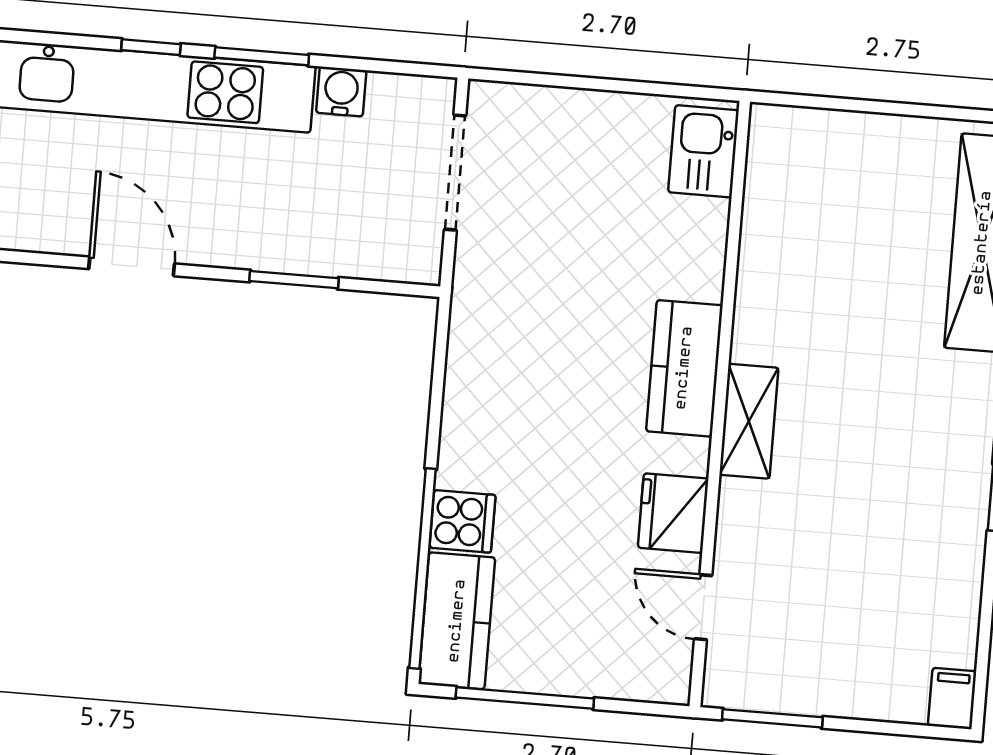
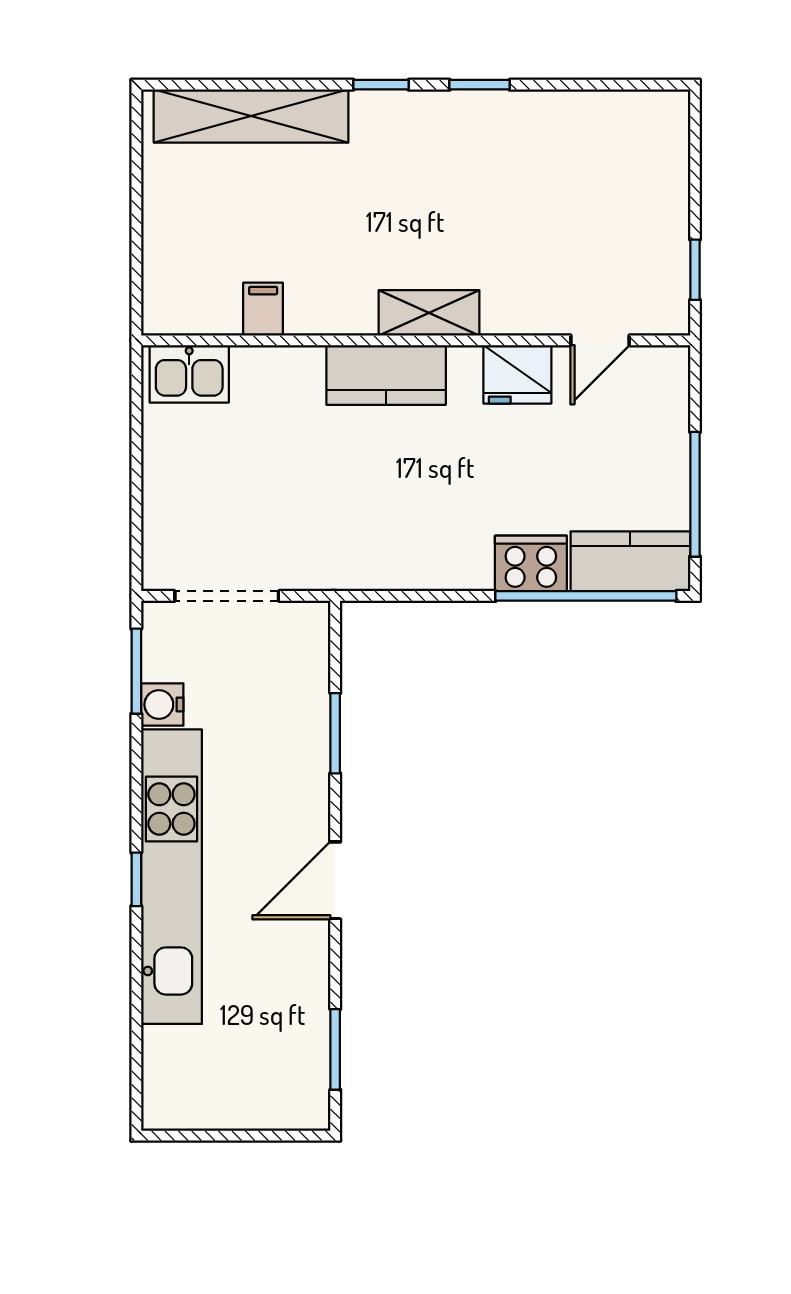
window: (262, 56) -> (136, 671), moved
cooker: (462, 521) -> (531, 563), width x1.36
filing cabinet: (952, 698) -> (263, 309), moved, turned 90
window: (772, 718) -> (695, 270), width x0.67

